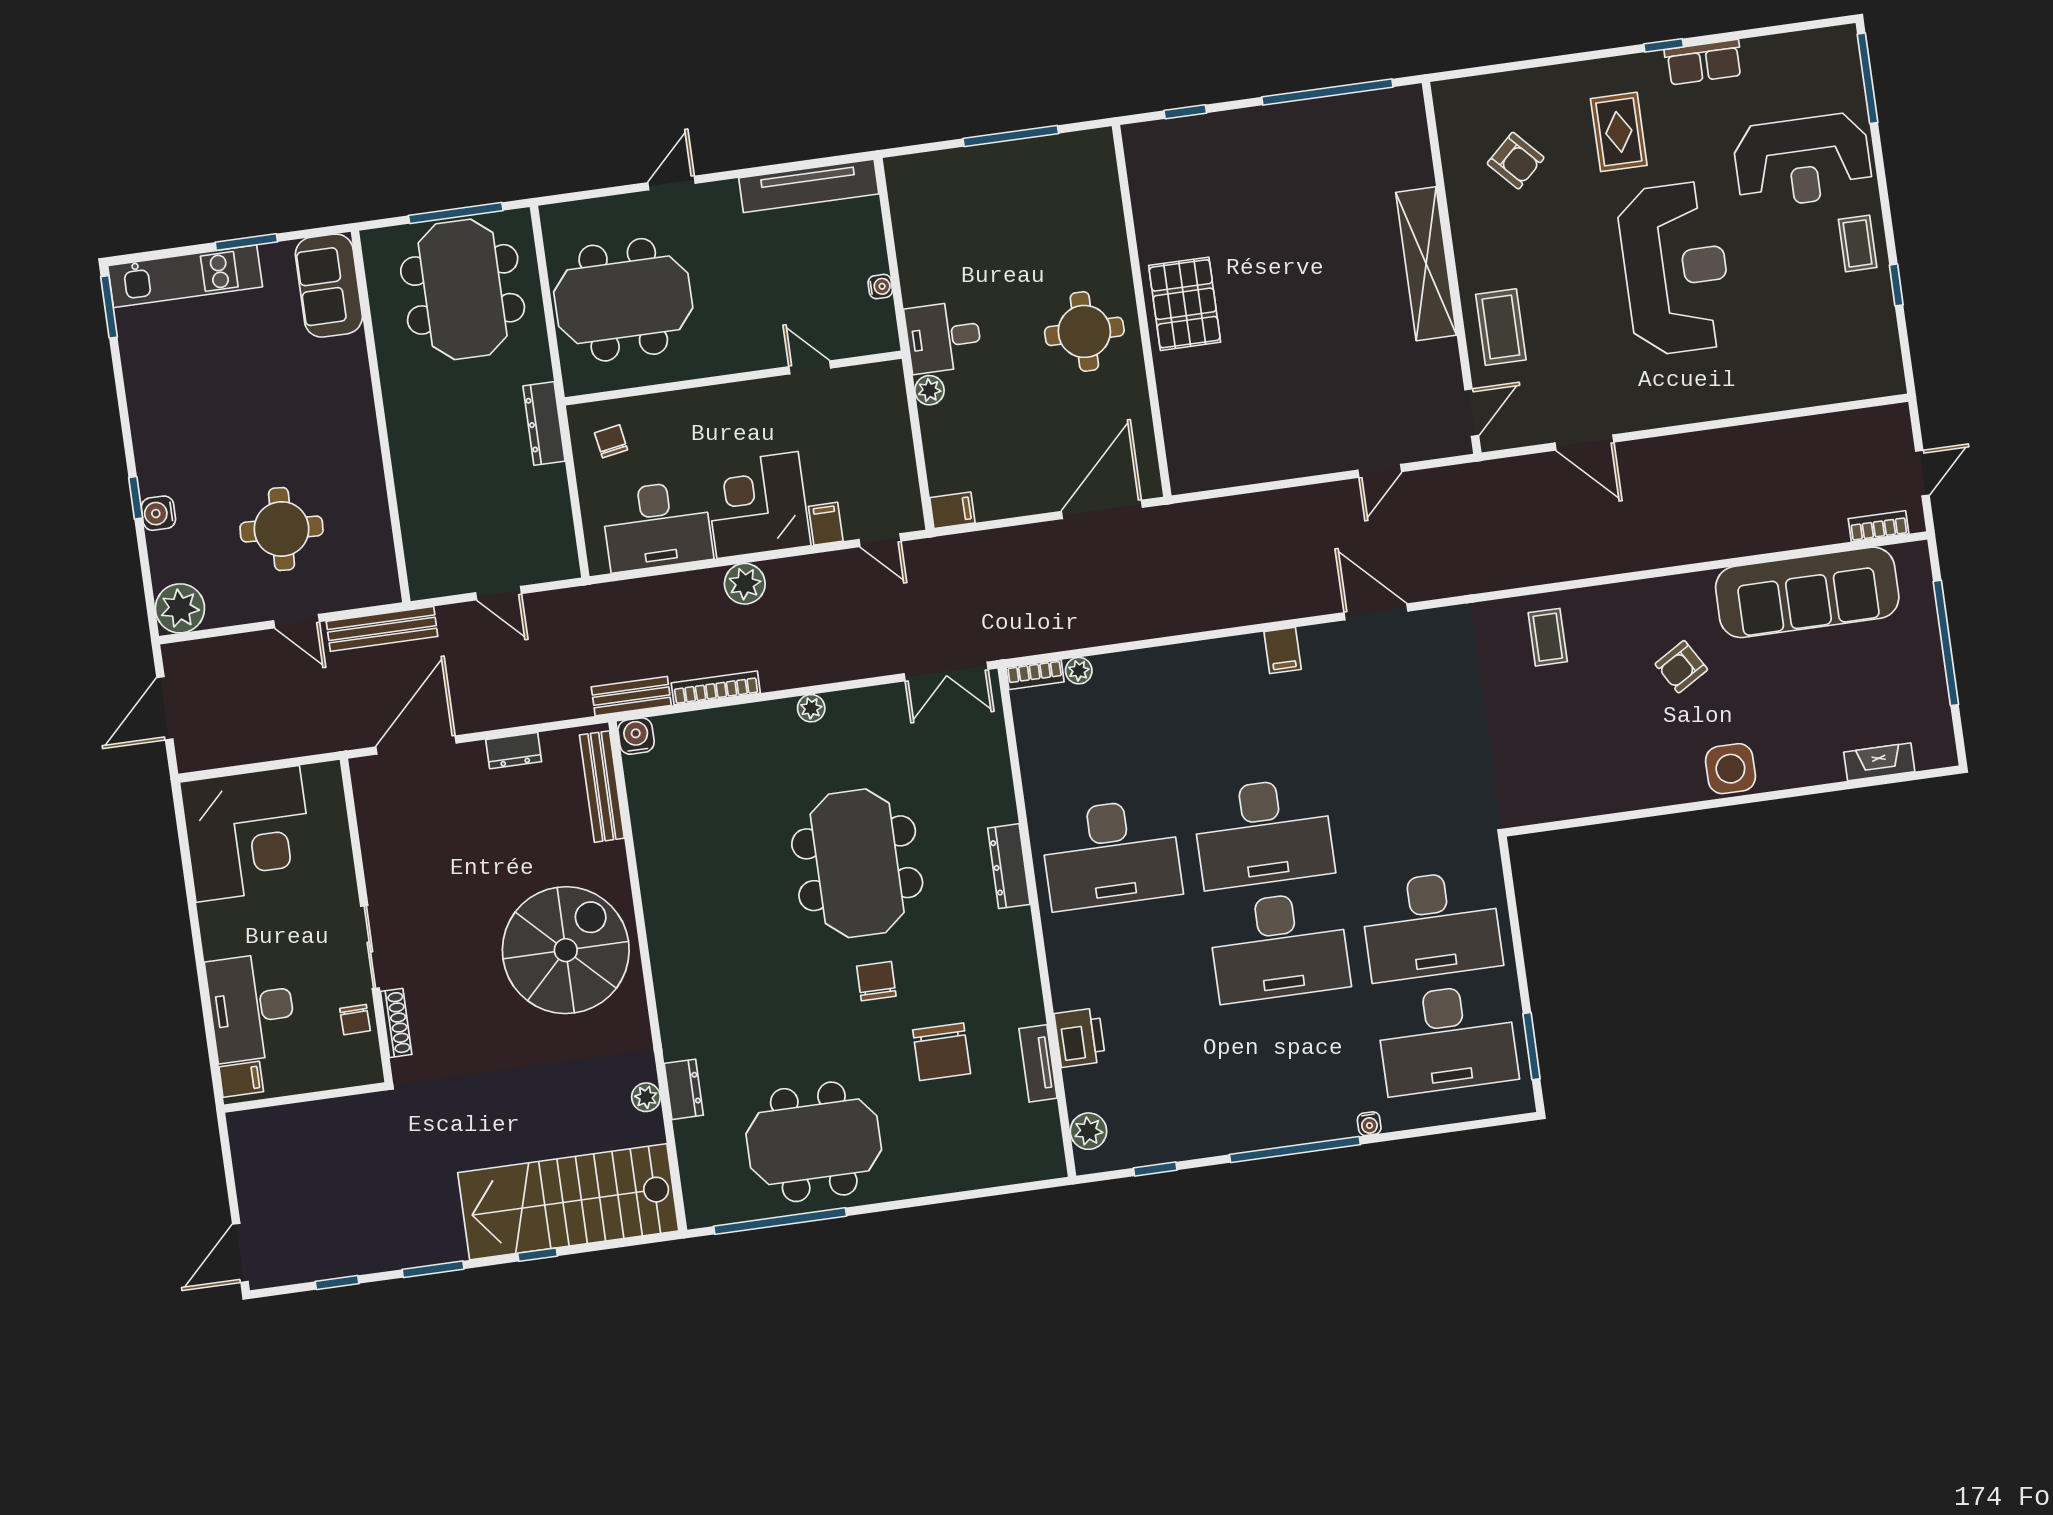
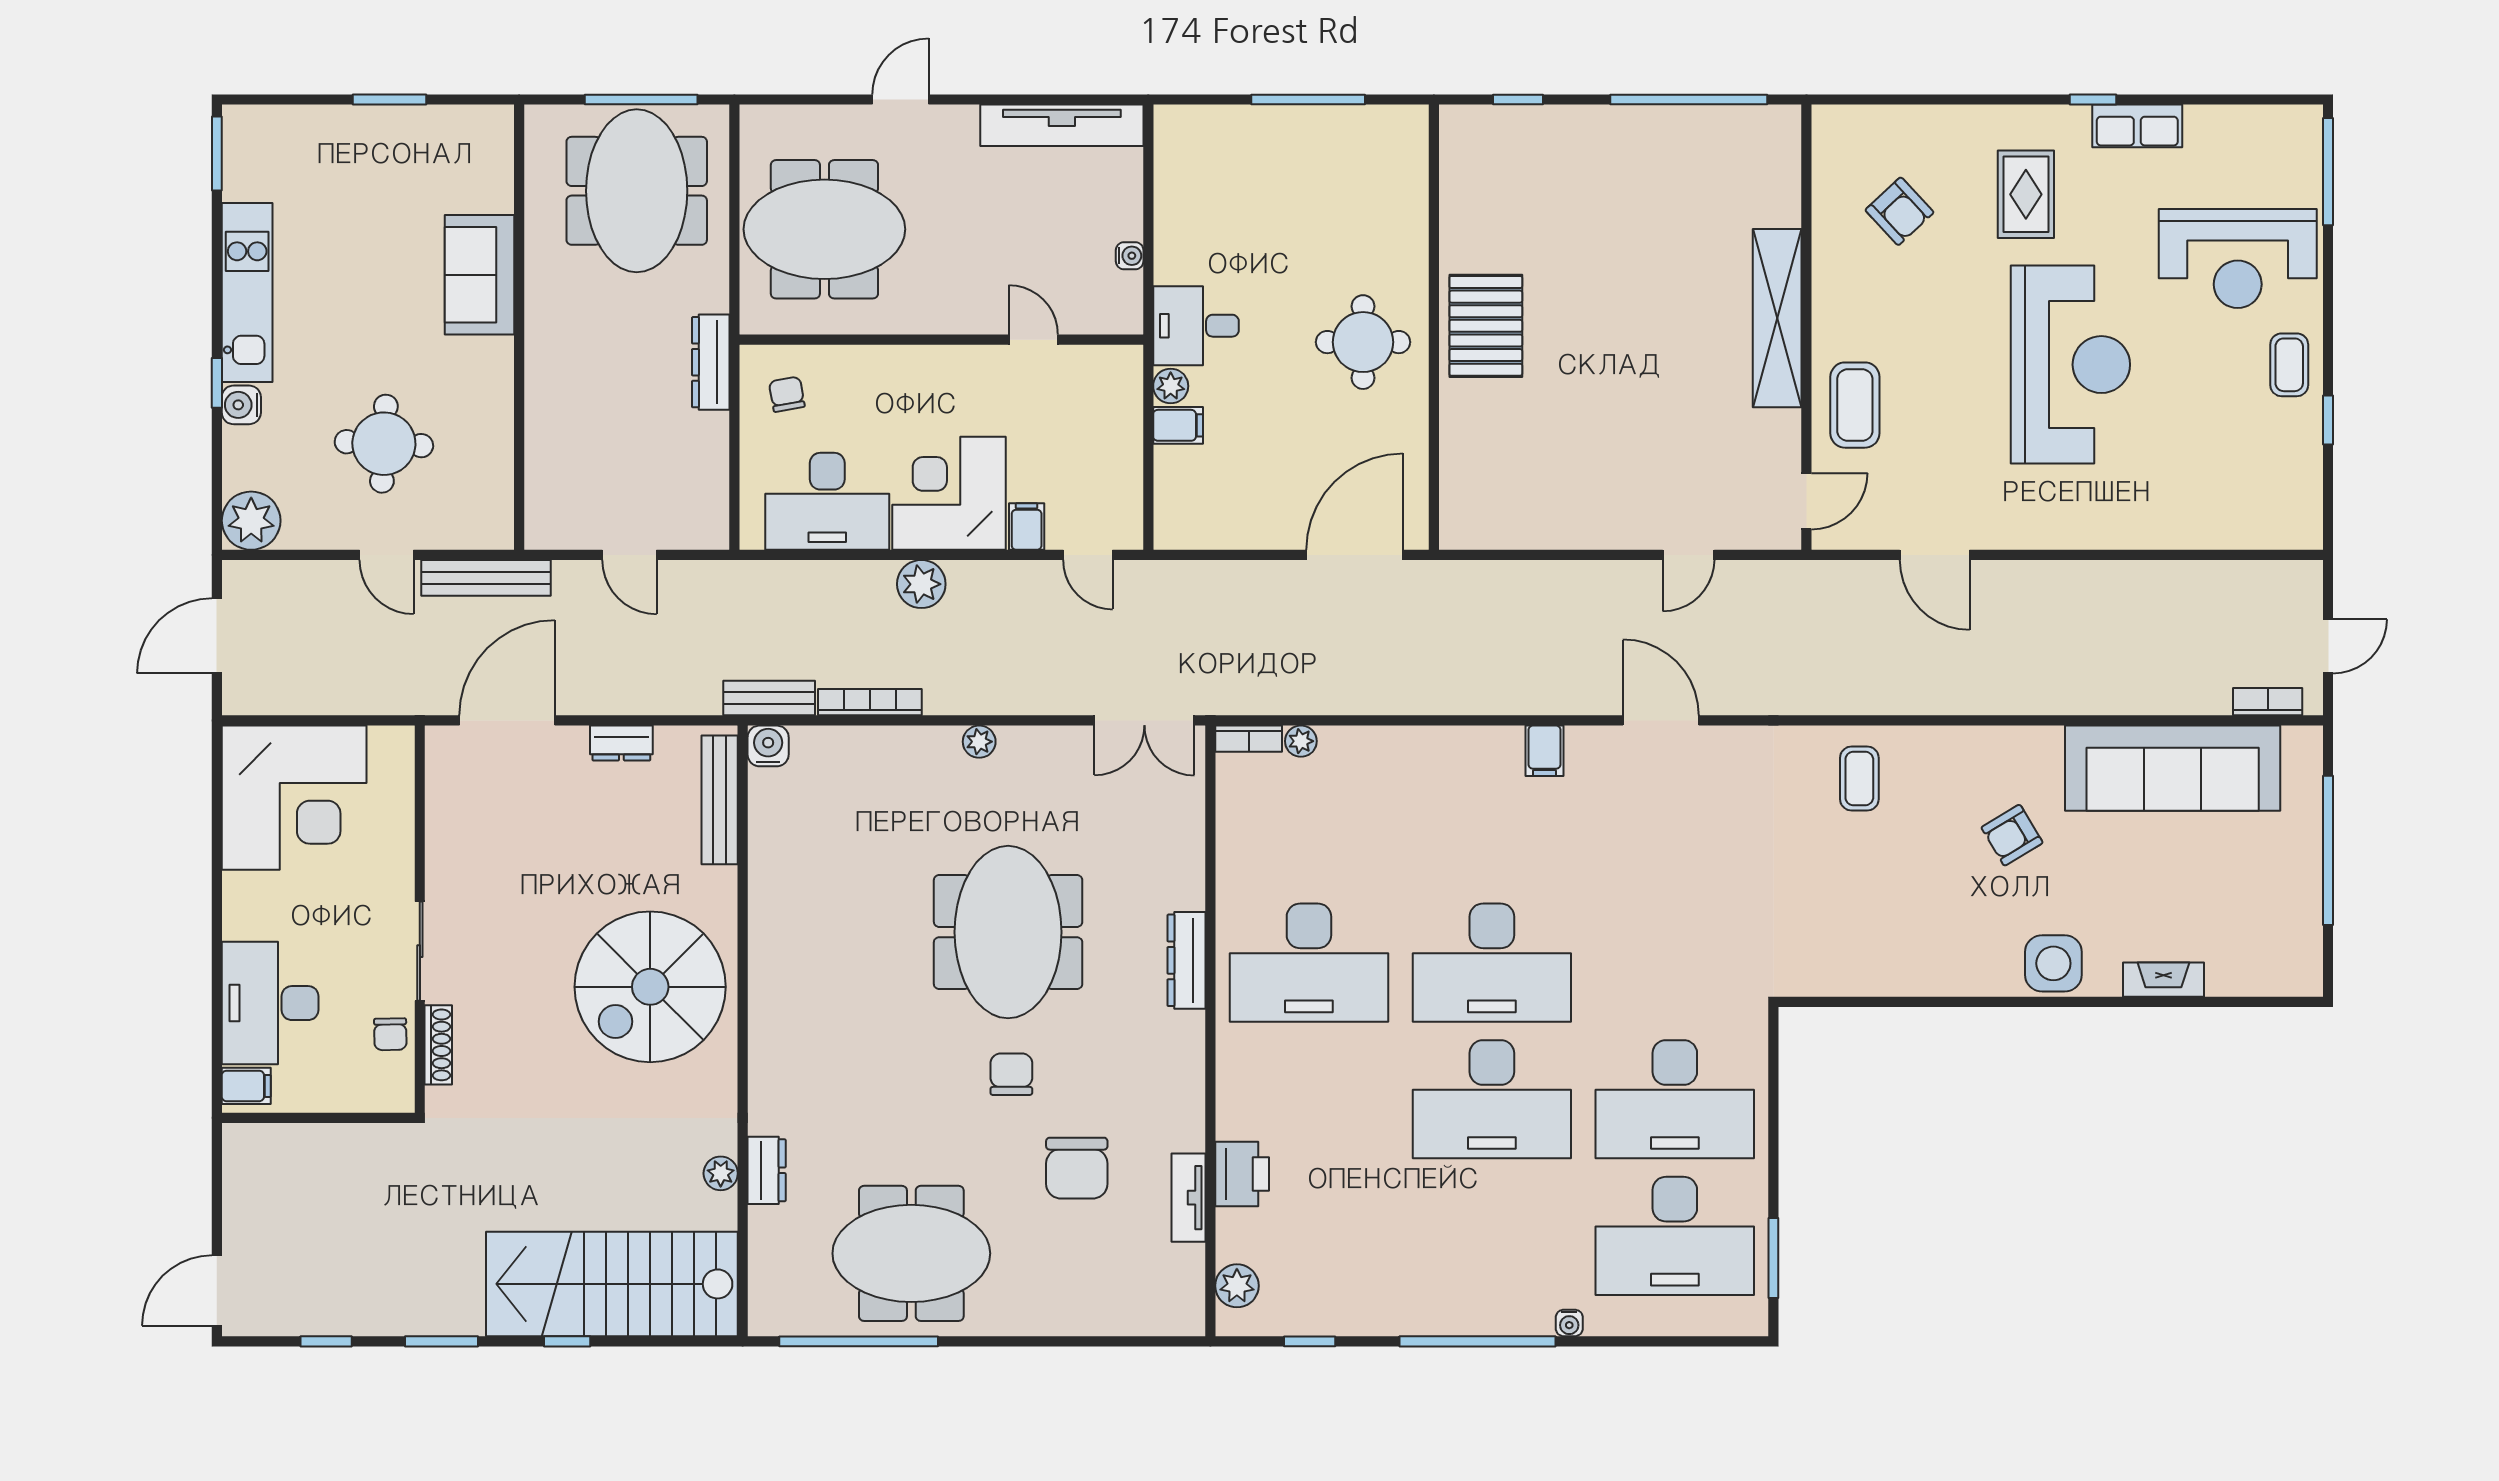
kitchen unit: (185, 276) -> (247, 293), moved, turned -90
sofa: (329, 286) -> (480, 275), moved
filing cabinet: (952, 510) -> (1178, 425), moved
fireplace: (1879, 762) -> (2163, 980), moved
spiral stairs: (566, 950) -> (650, 987), turned 180

